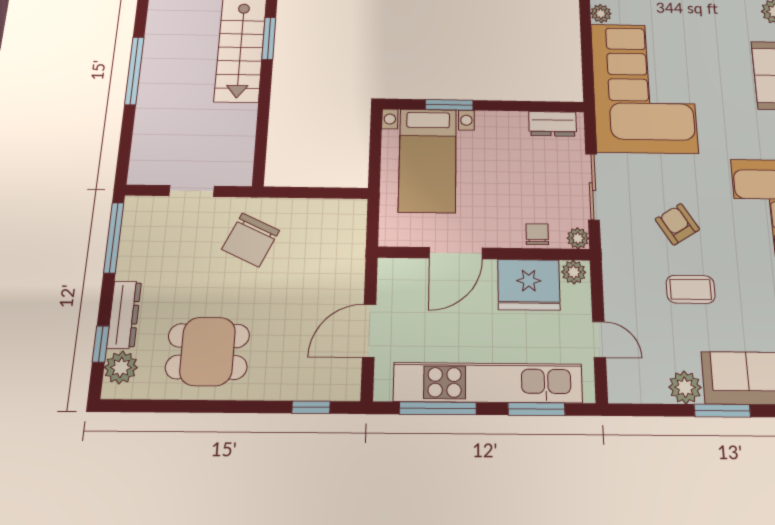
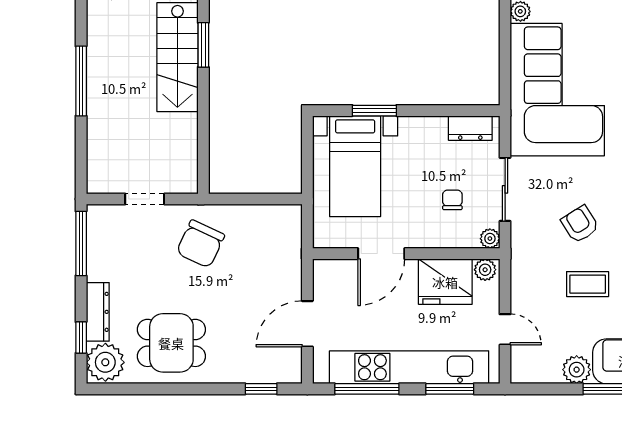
chair: (537, 234) -> (452, 200), moved
plant: (121, 368) -> (105, 362), width x1.36, depth x1.36

